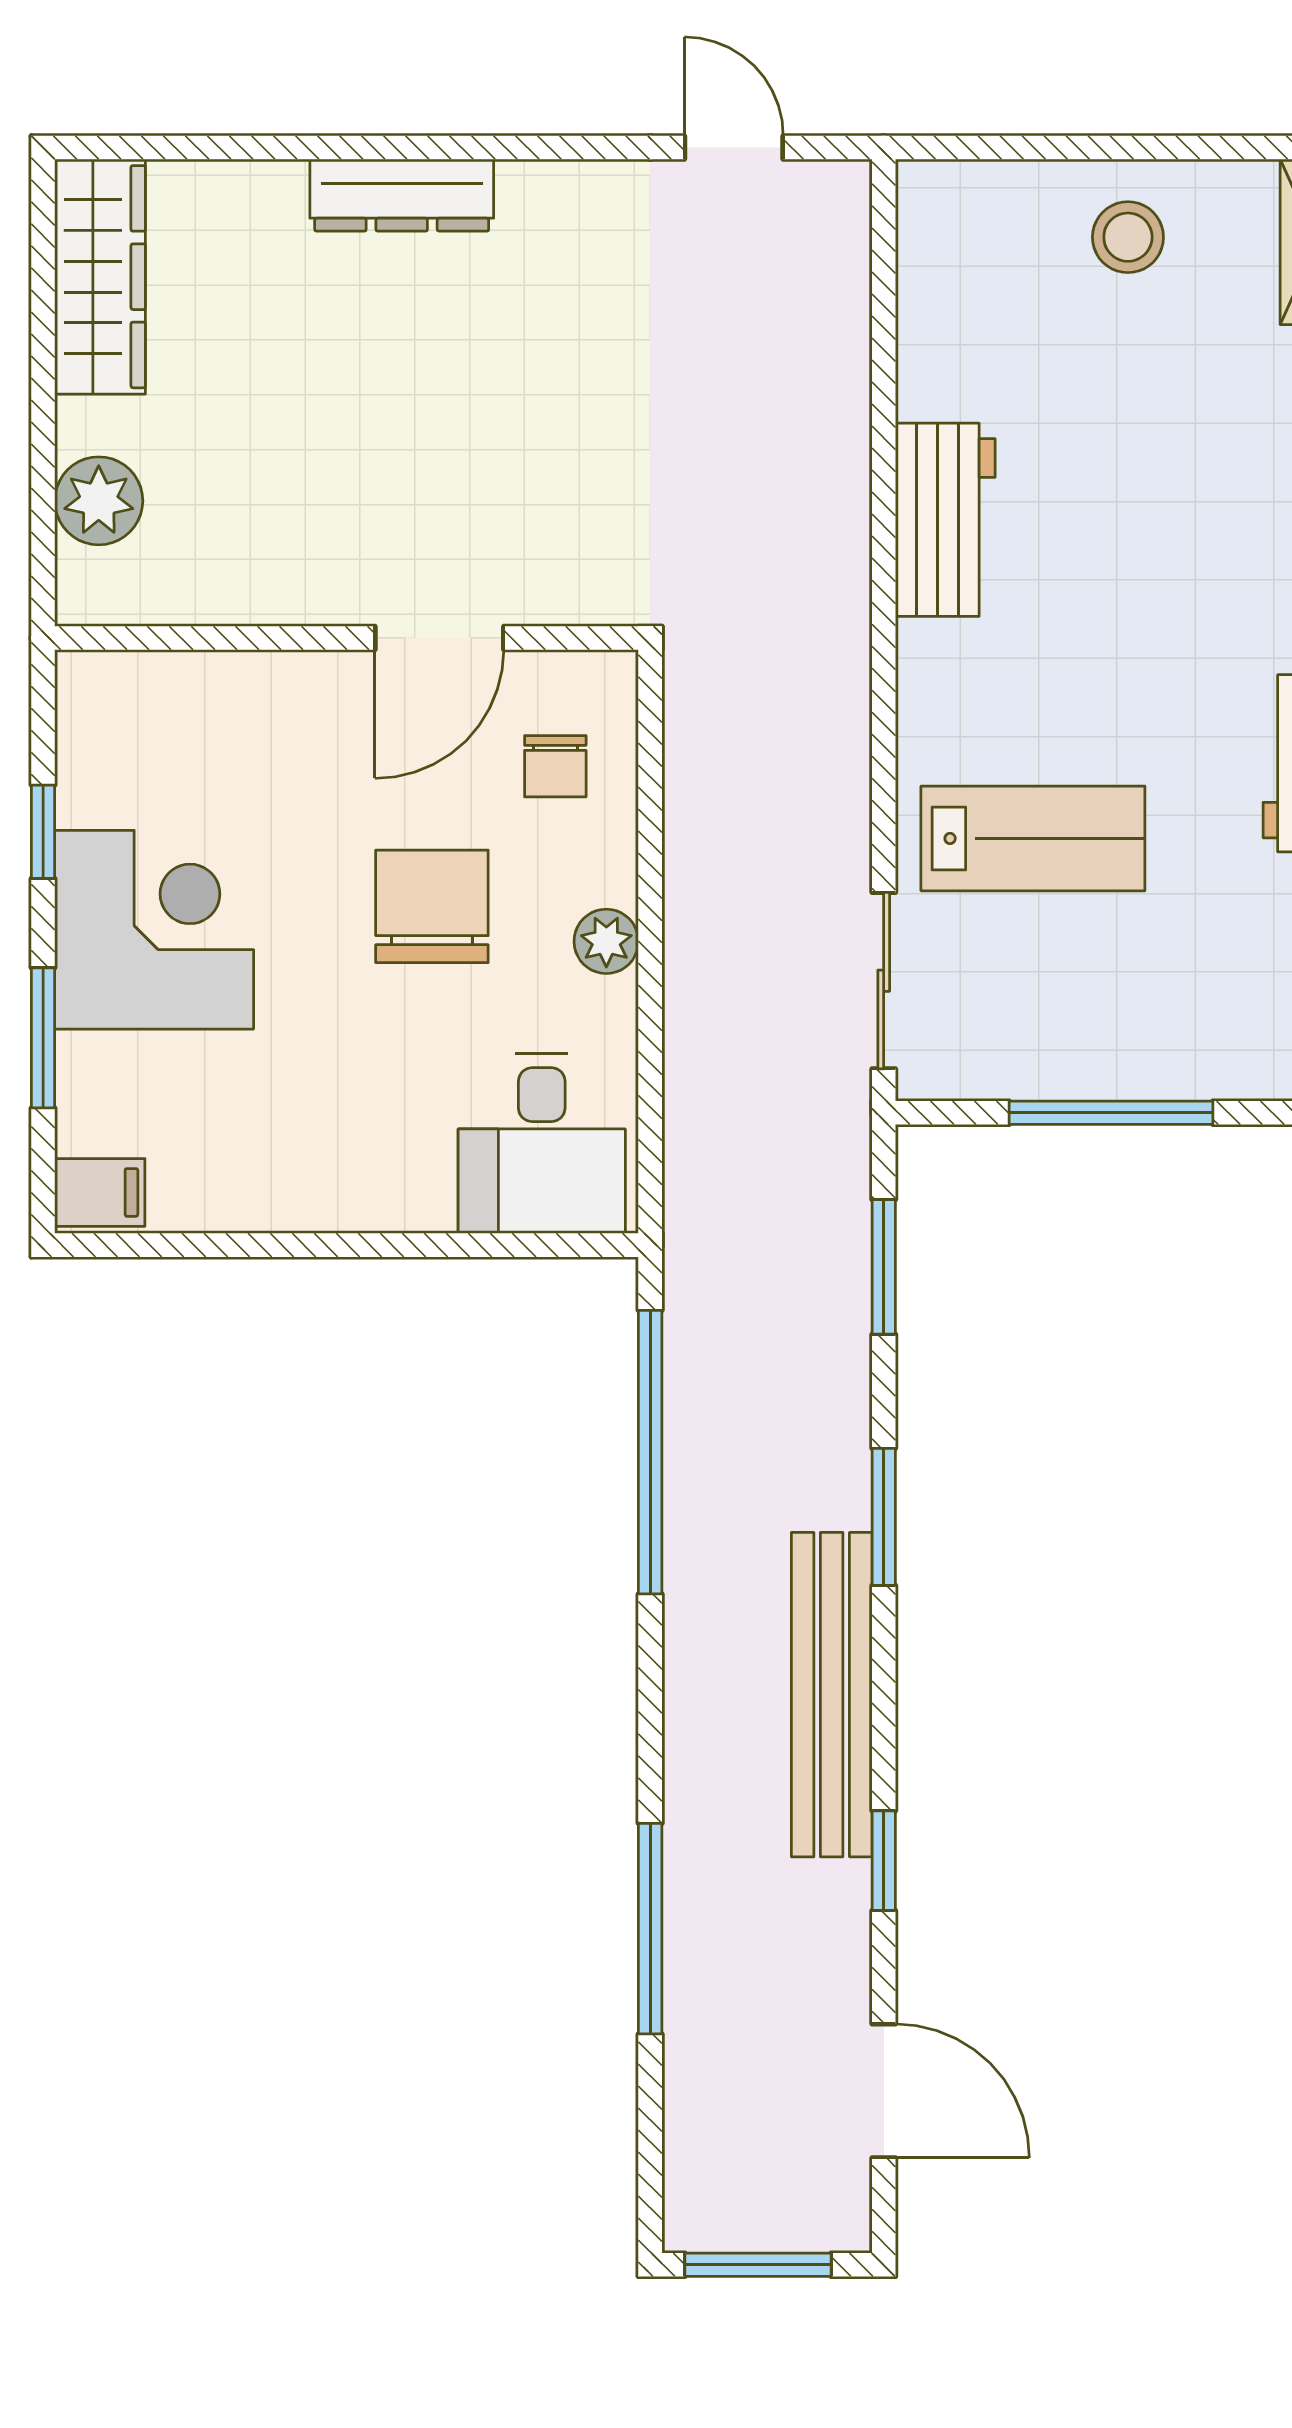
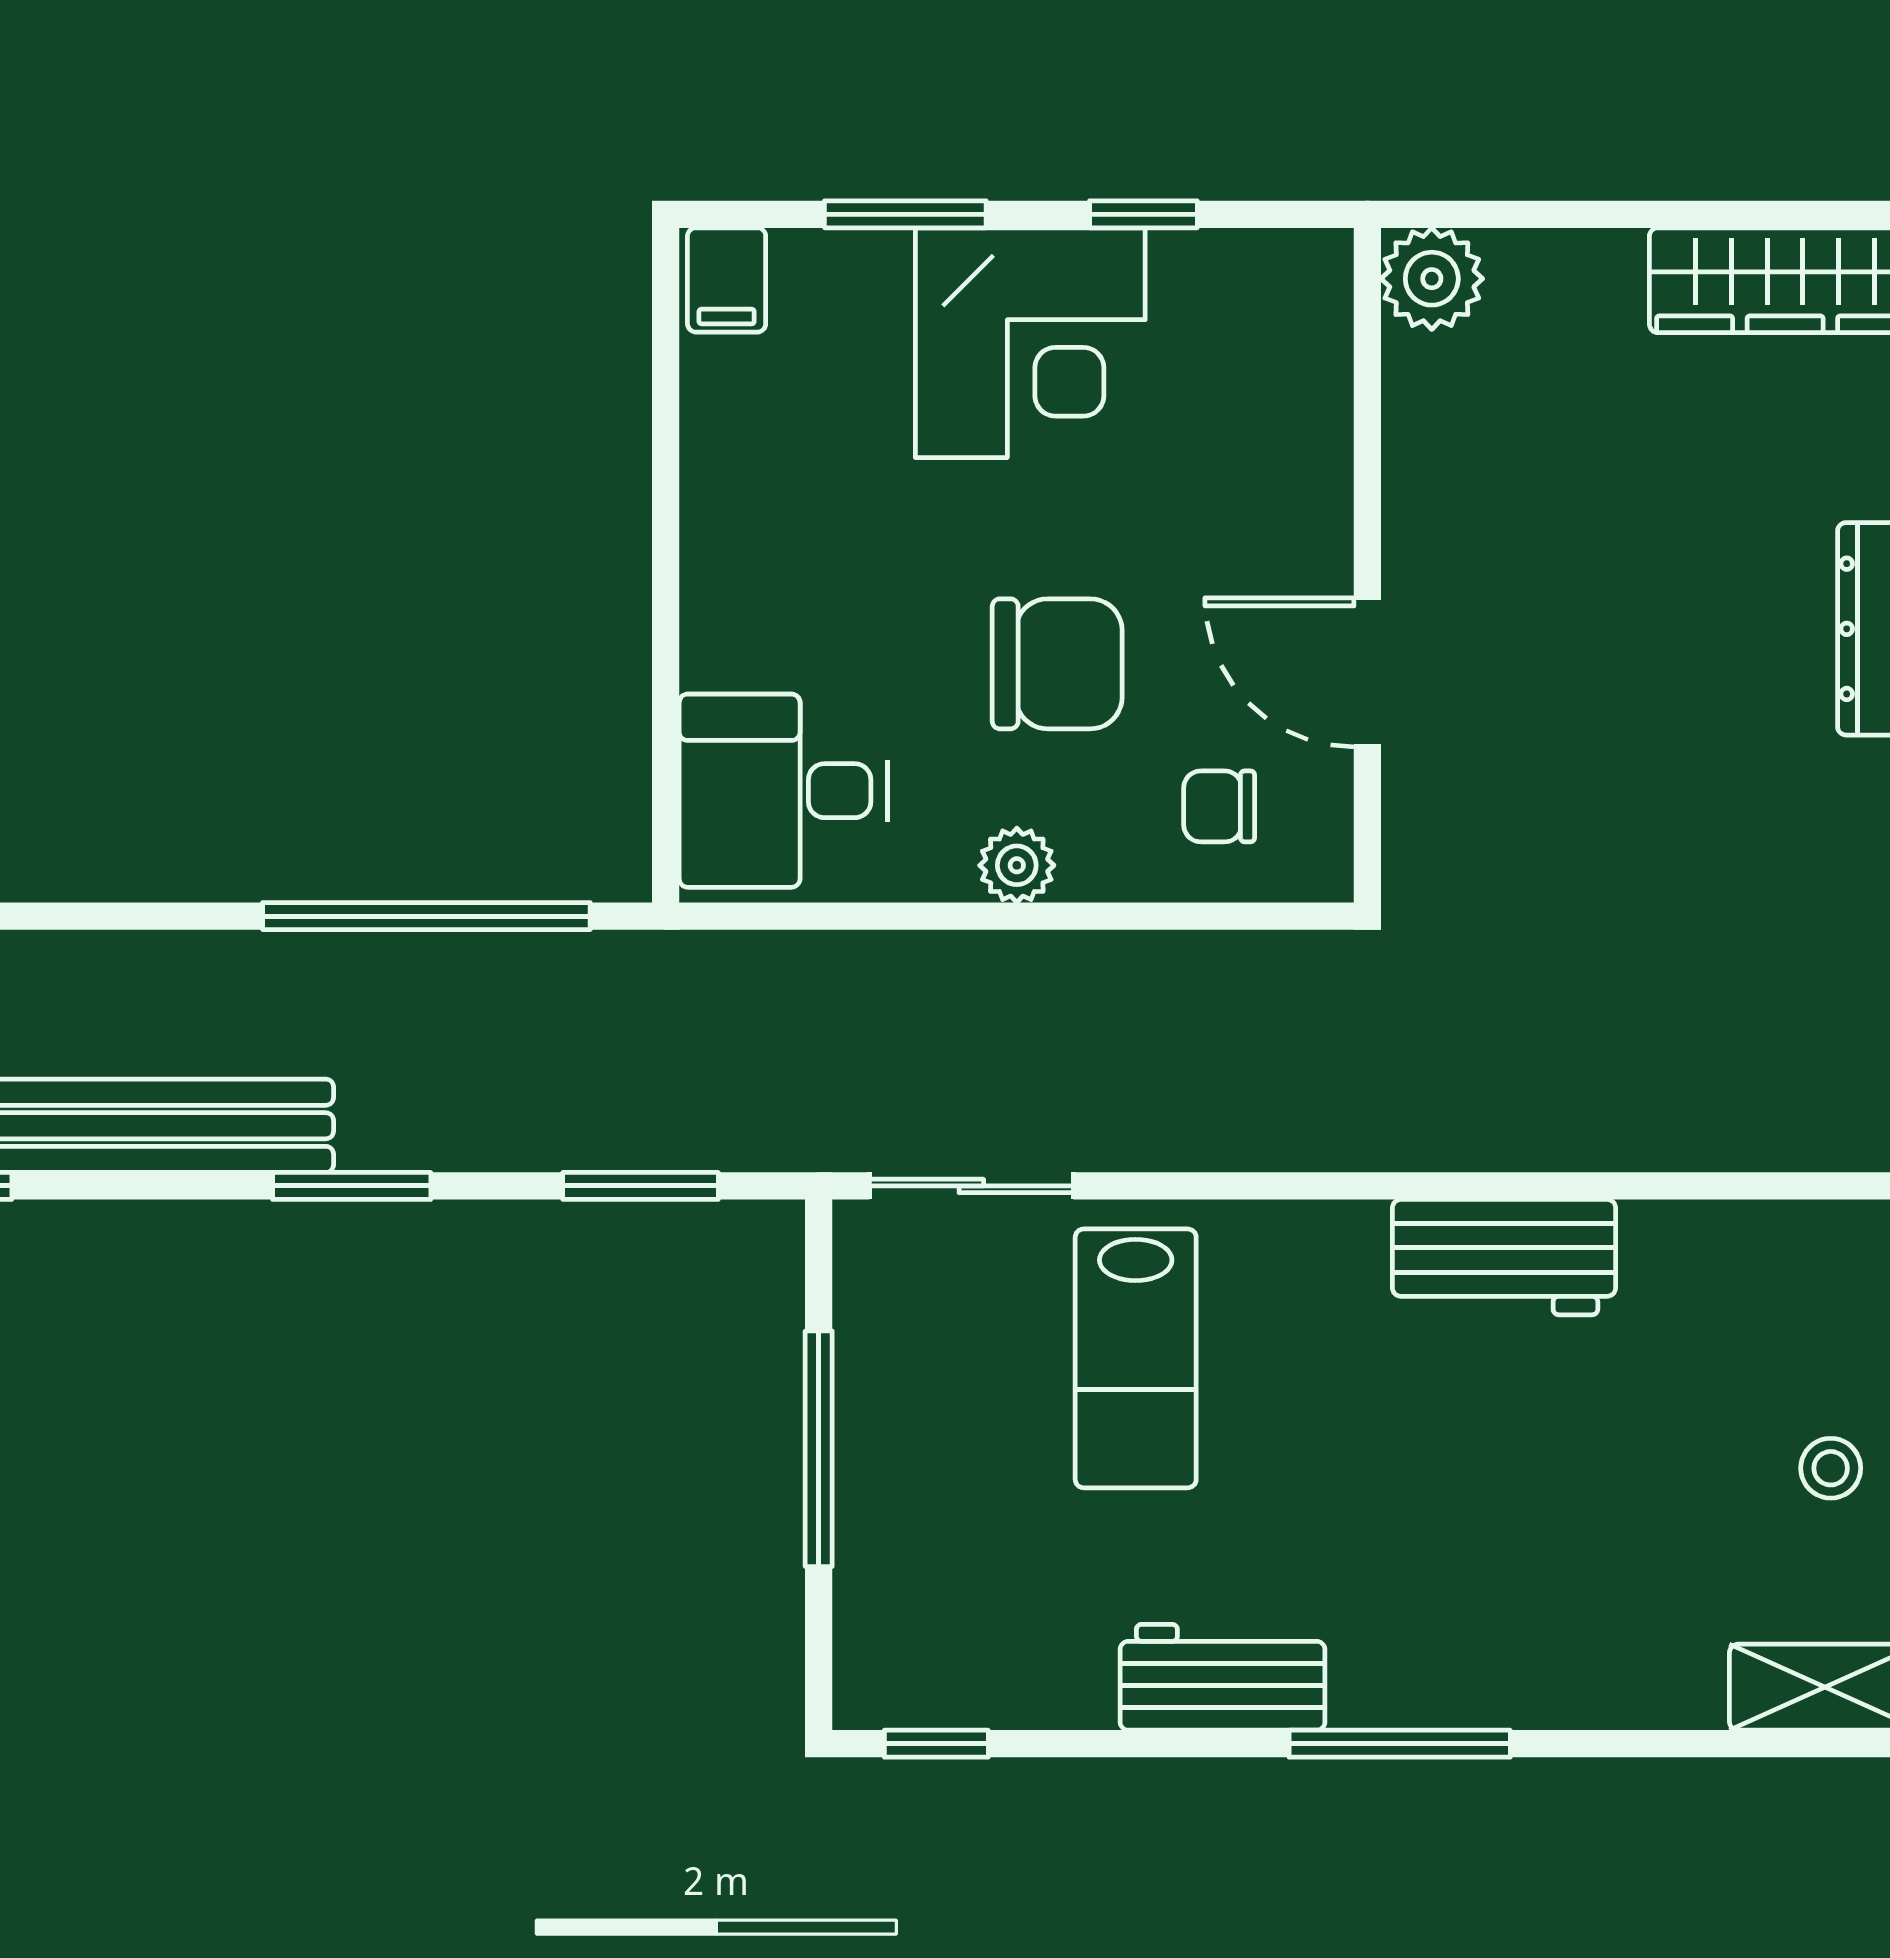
stool: (1128, 237) -> (1831, 1468), width x0.73, depth x0.73
plant: (99, 501) -> (1432, 279), moved

